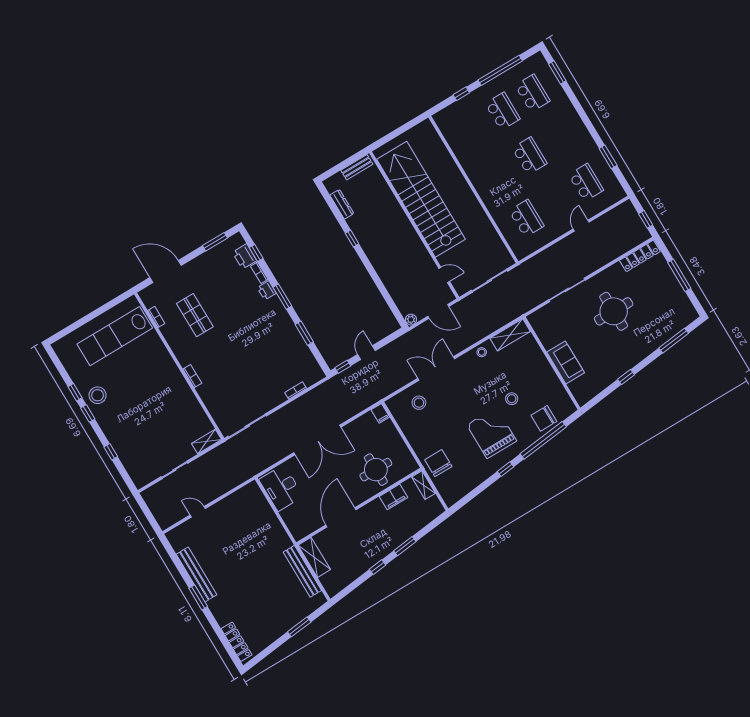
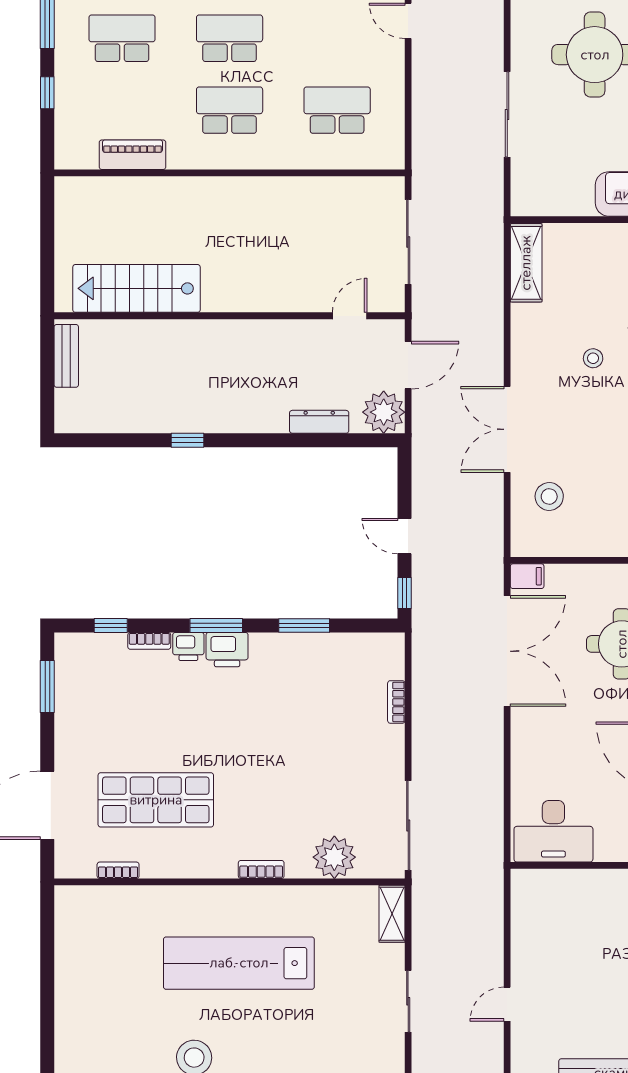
piano: (457, 145) -> (132, 155), added
school desk: (500, 174) -> (230, 110), added
stairs: (421, 199) -> (136, 288), width x0.54, depth x0.66
dresser: (342, 204) -> (319, 422), moved
printer: (245, 256) -> (227, 650), moved
shop shelf: (195, 315) -> (156, 800), width x1.43, depth x1.36
plant: (411, 320) -> (384, 412), width x1.87, depth x1.87
lab bench: (115, 336) -> (239, 963), moved, turned 90
stool: (482, 352) -> (593, 358), moved
plant: (216, 403) -> (334, 857), added
double door: (317, 440) -> (507, 651), moved

